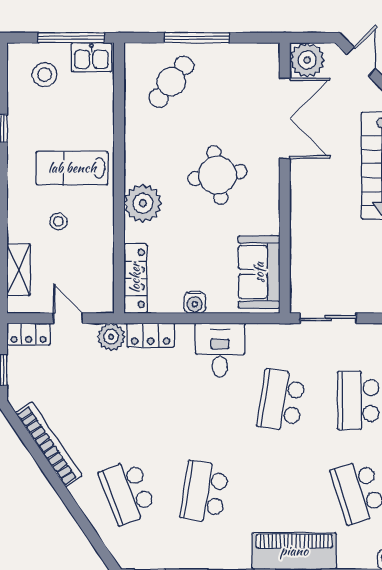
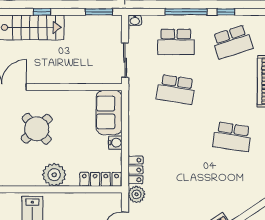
round table: (217, 175) -> (37, 129), turned -33
sofa: (259, 272) -> (109, 112), moved, turned 90
desk: (220, 350) -> (145, 127), removed
school desk: (128, 492) -> (232, 184), removed

